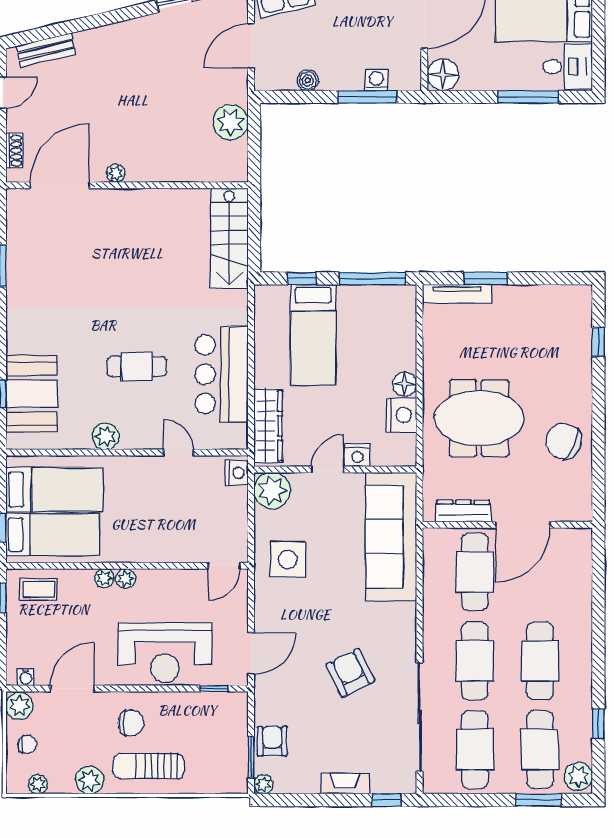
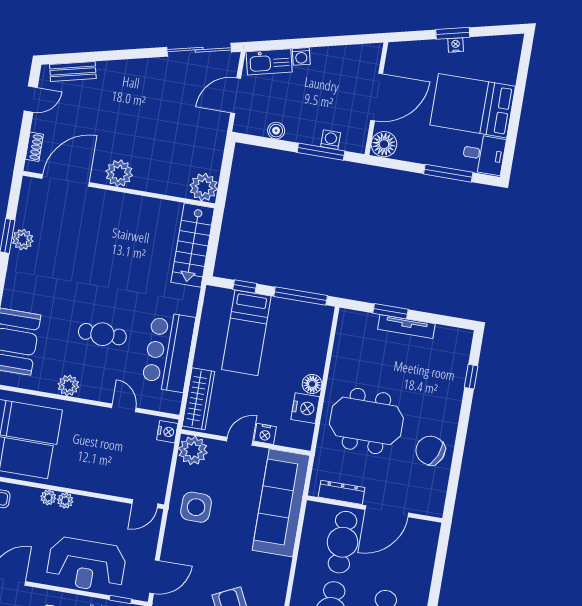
plant: (231, 122) -> (204, 187), moved
plant: (116, 173) -> (119, 173), width x1.88, depth x1.88
plant: (19, 267) -> (23, 240), added
tv unit: (457, 294) -> (406, 326), moved

